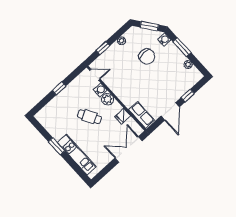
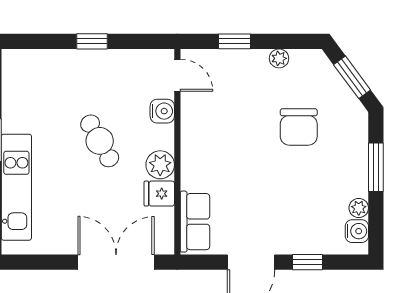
water cooler: (164, 40) -> (357, 231), moved
plant: (108, 99) -> (160, 165), moved

